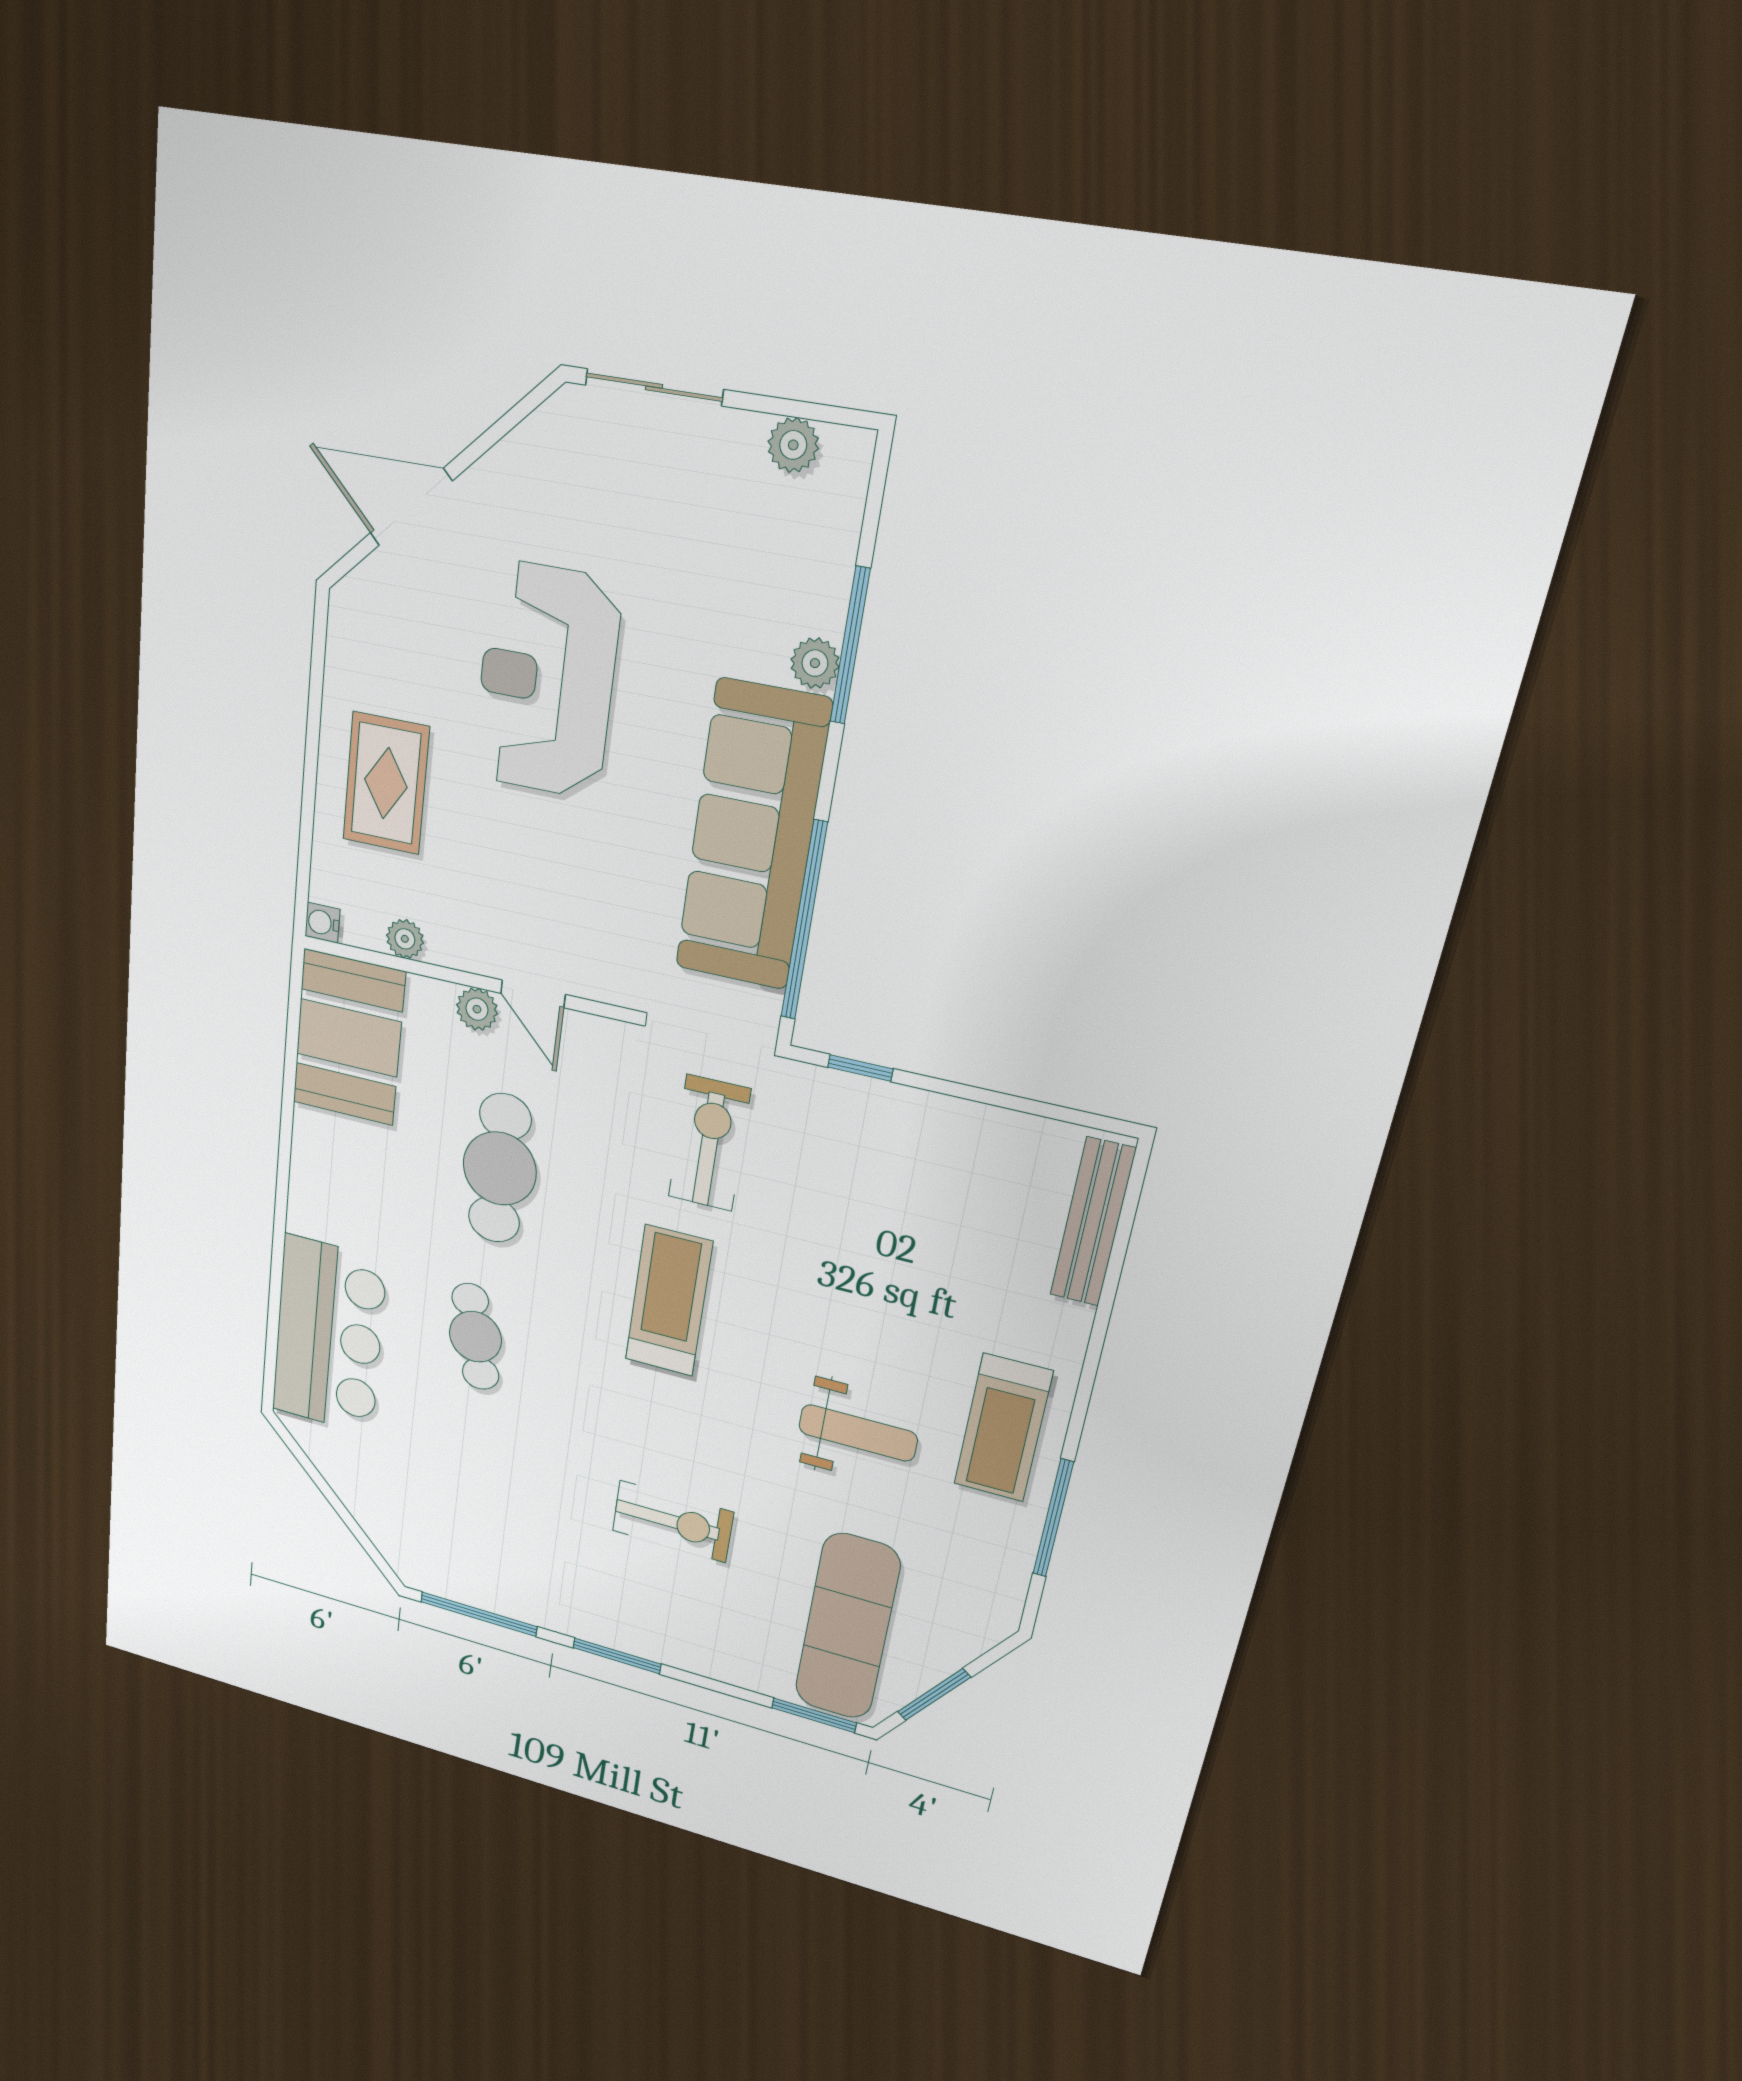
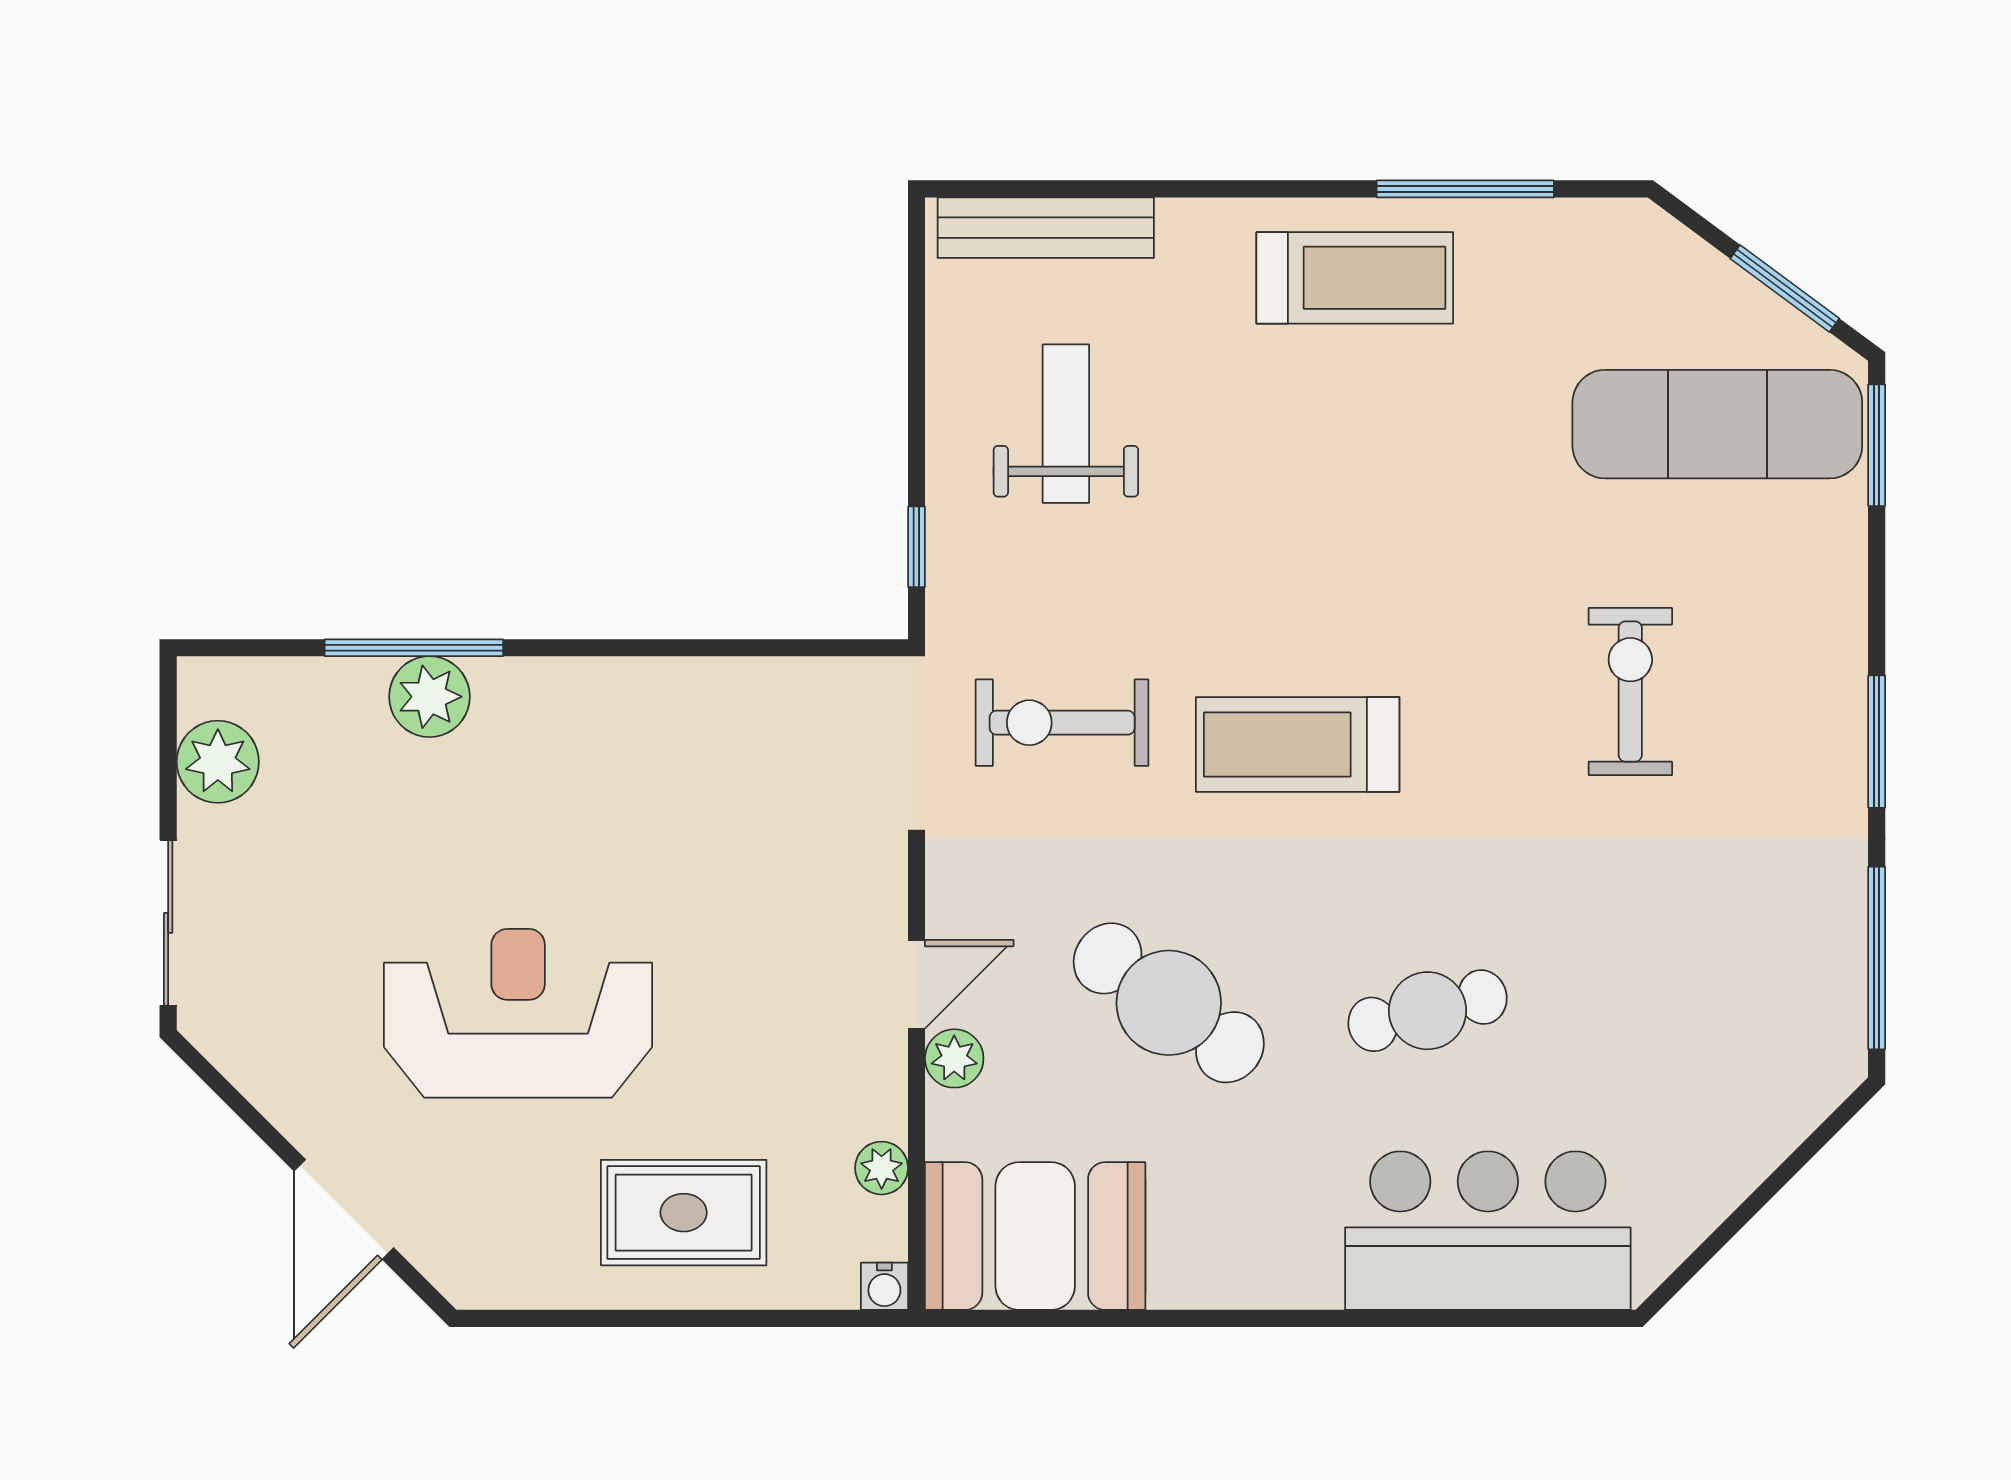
plant: (793, 445) -> (218, 762), width x1.38, depth x1.38
plant: (815, 663) -> (429, 697), width x1.38, depth x1.38
reception desk: (546, 680) -> (518, 1013), turned 180
sofa: (752, 836) -> (657, 728), removed
window: (804, 921) -> (747, 648), removed
cafe table: (500, 1169) -> (1169, 1003), turned 36
weight bench: (858, 1433) -> (1066, 424), moved

